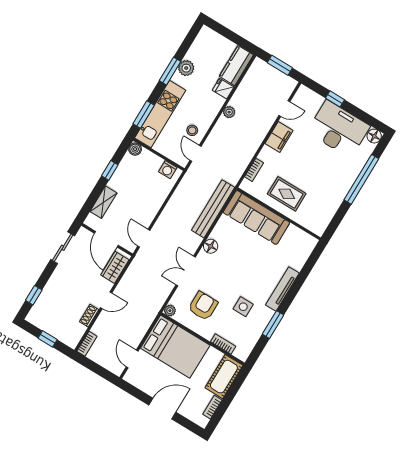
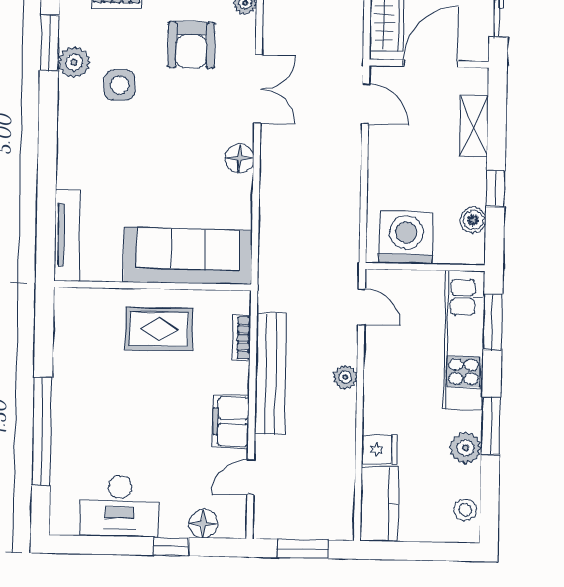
plant: (229, 112) -> (345, 377), moved
desk: (338, 129) -> (120, 506), width x0.73, depth x0.77
stool: (192, 130) -> (465, 510), moved
floor lamp: (374, 136) -> (204, 524), moved
boiler: (135, 149) -> (473, 220), moved
washing machine: (168, 170) -> (406, 238), width x1.89, depth x1.89
bench: (213, 209) -> (271, 374), moved
door: (106, 239) -> (431, 64), hinge flipped
tv unit: (282, 289) -> (67, 235), moved
window: (273, 325) -> (50, 43), moved
plant: (257, 328) -> (74, 62), added

